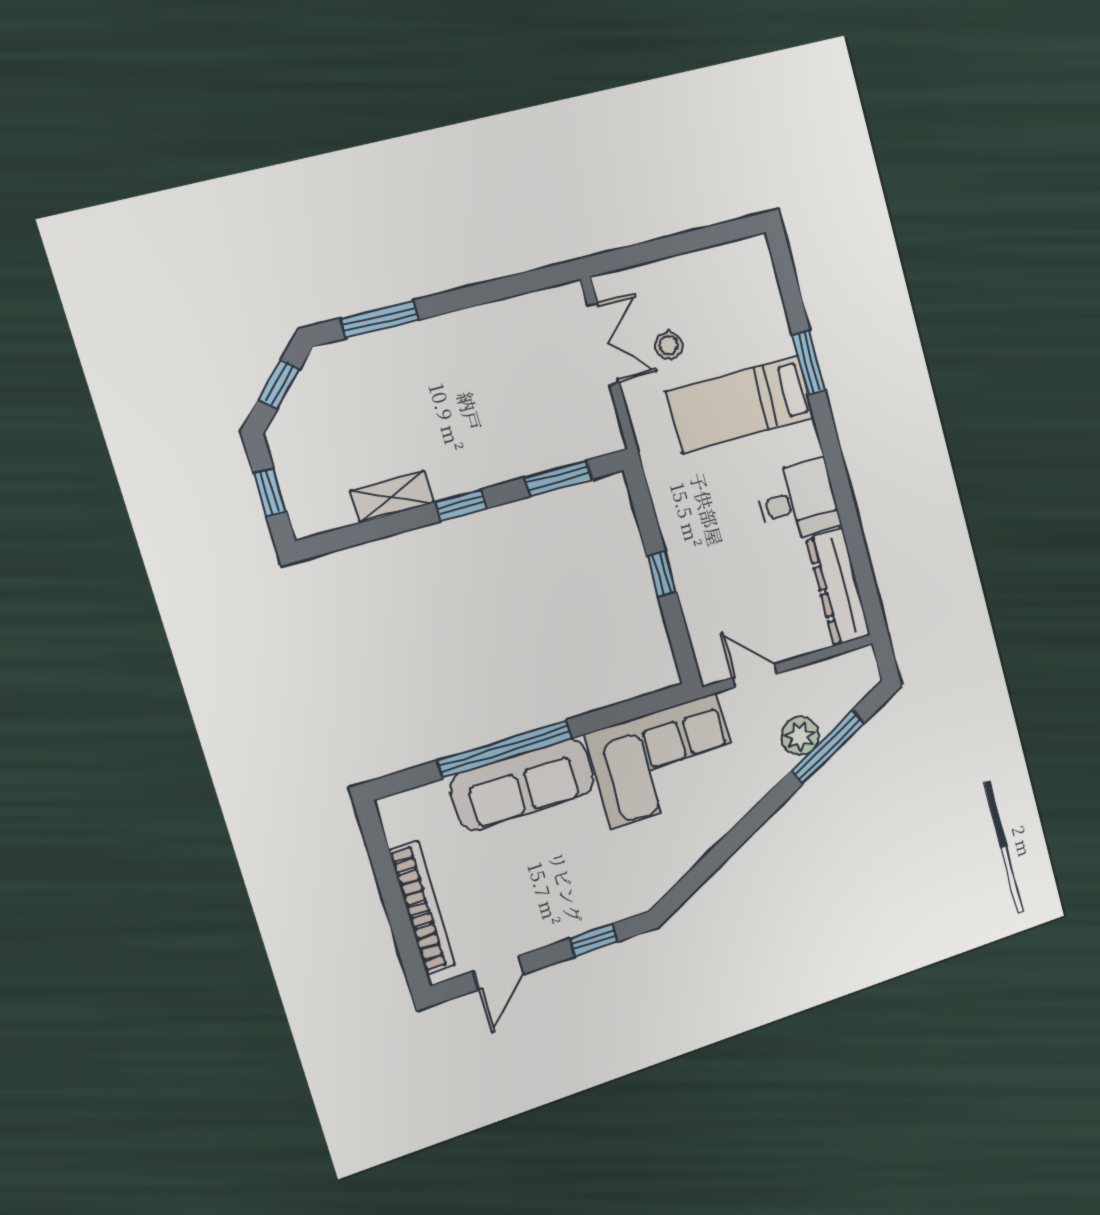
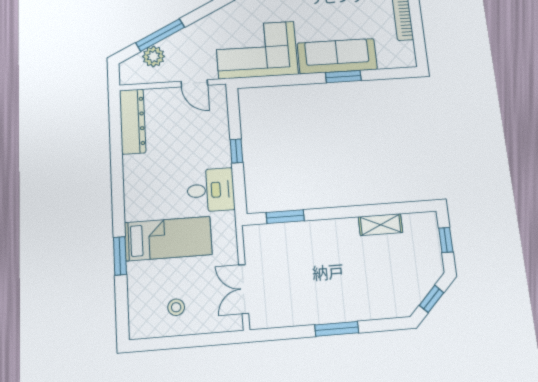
window: (380, 319) -> (337, 329), moved
stool: (669, 345) -> (176, 307), moved
desk: (798, 501) -> (211, 190), moved, turned 180
window: (461, 505) -> (343, 212), removed
plant: (800, 736) -> (154, 56), moved
window: (505, 749) -> (343, 77), width x0.47

